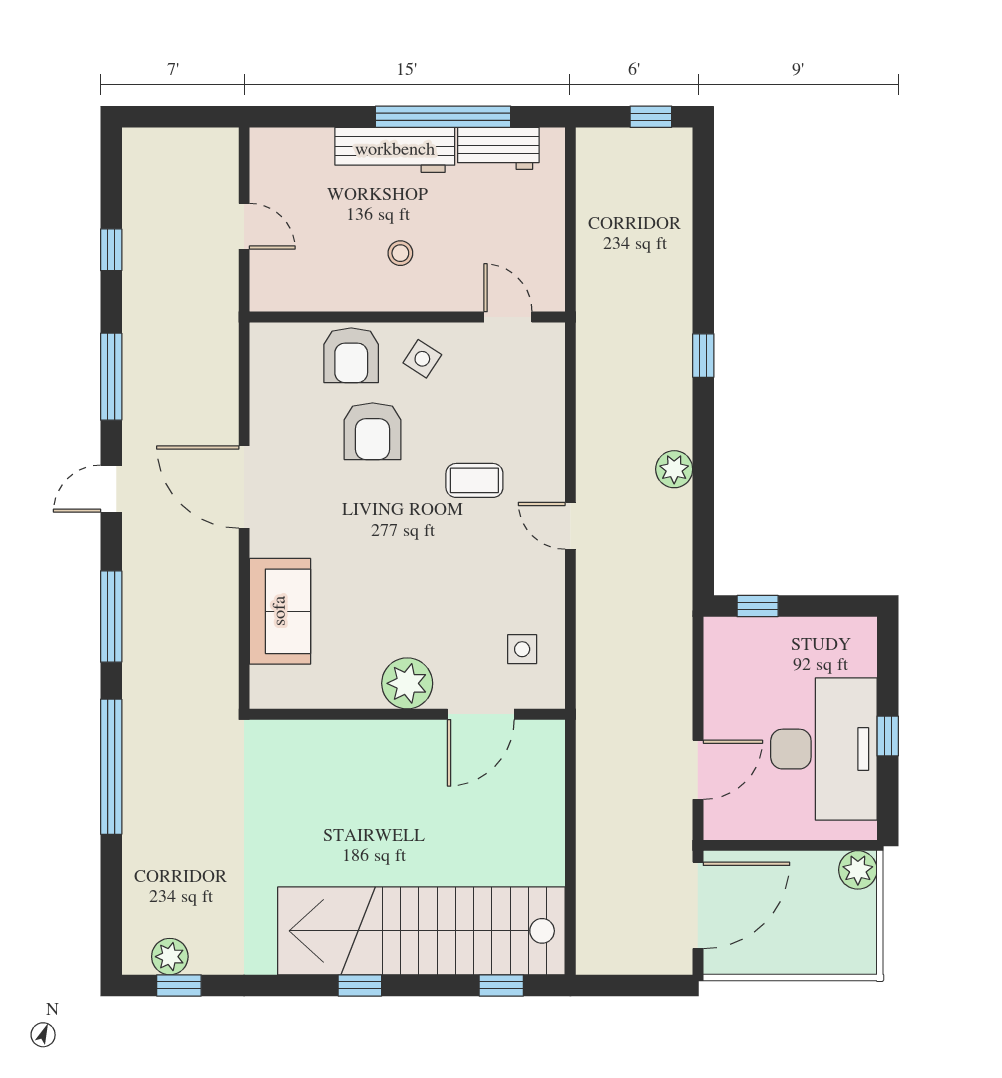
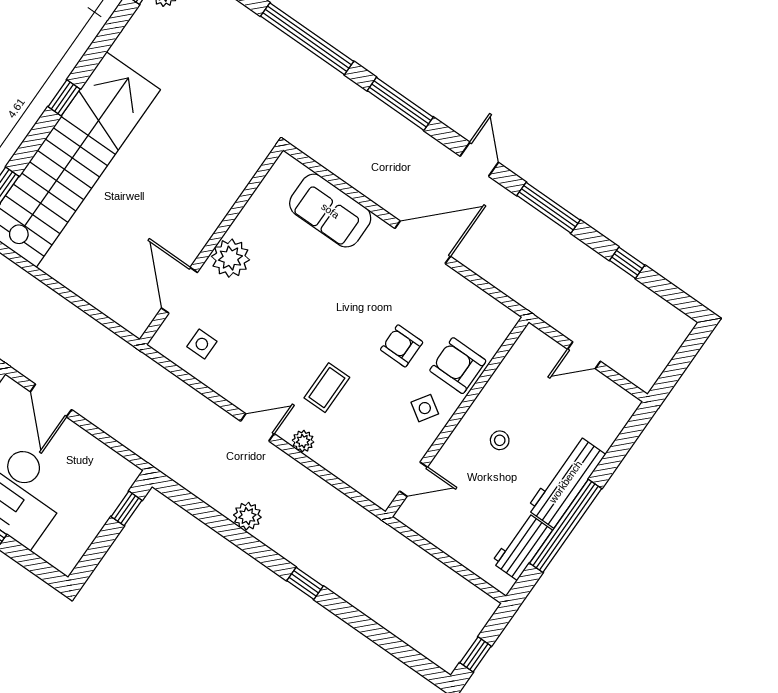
armchair: (373, 431) -> (402, 346), width x0.72, depth x0.72
plant: (551, 466) -> (303, 441), added

